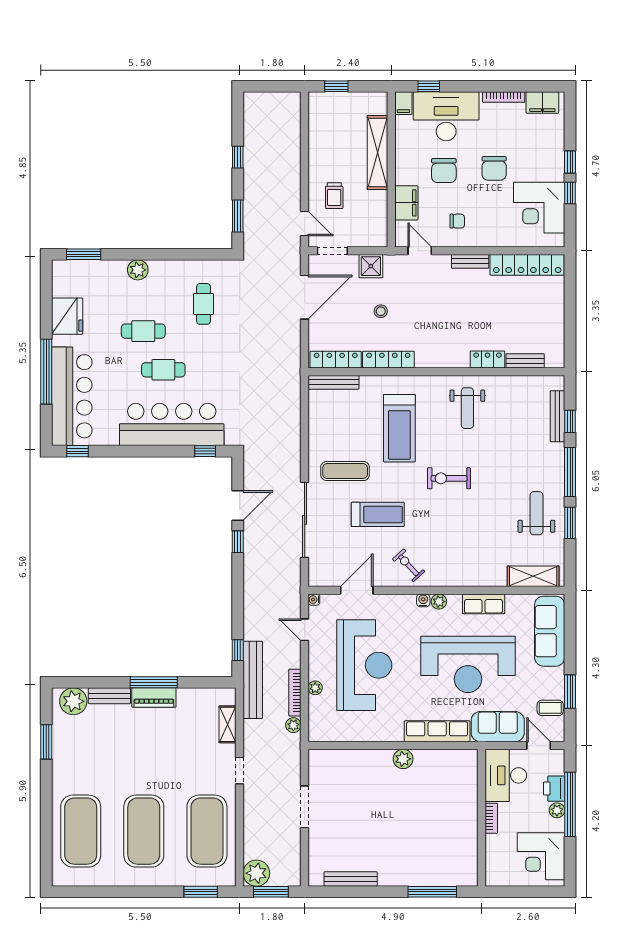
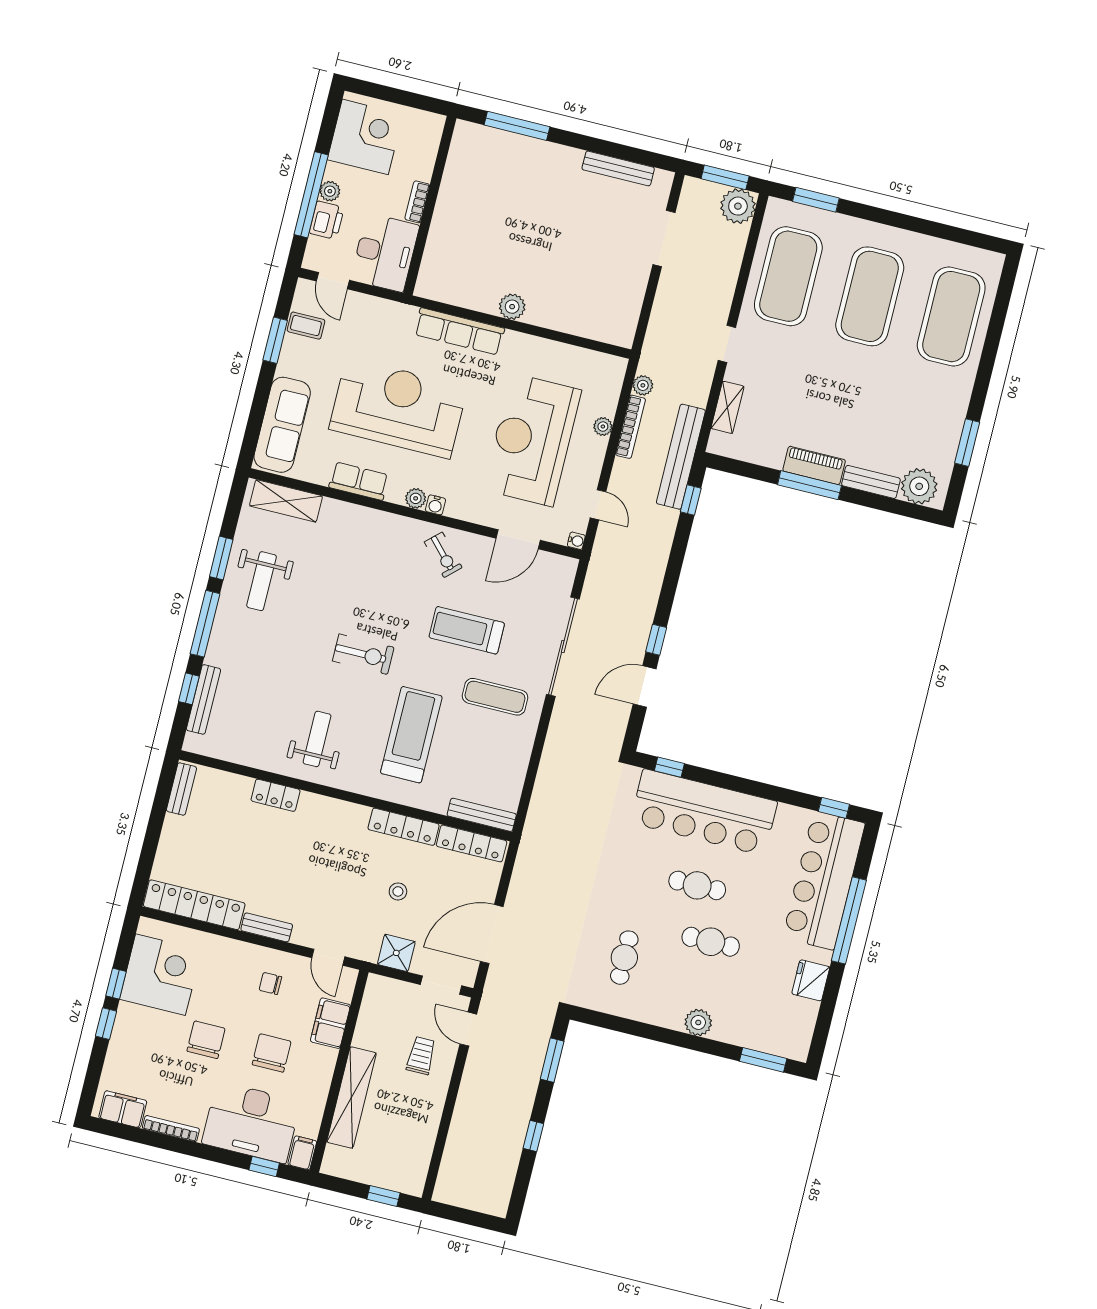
fridge: (67, 316) -> (811, 980), width x0.73, depth x0.75
bench: (525, 361) -> (181, 789), moved, turned 90
sofa: (498, 727) -> (380, 318), removed
doorway: (305, 807) -> (664, 238), moved

